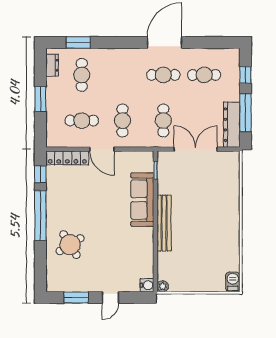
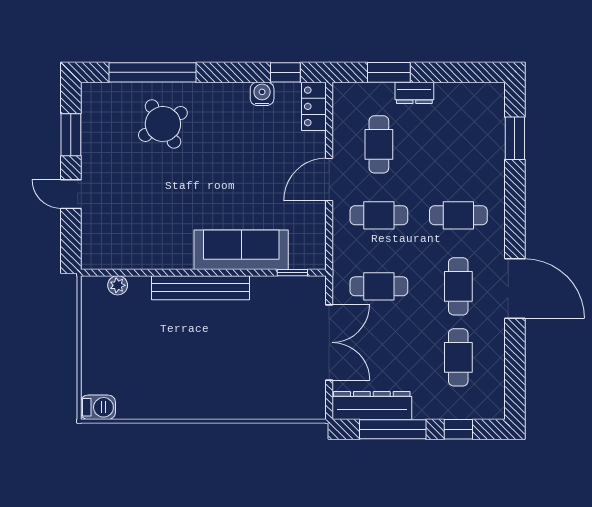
dresser: (52, 65) -> (414, 93), moved
cafe table: (82, 75) -> (458, 215), moved
window: (40, 99) -> (389, 72), moved
locker: (67, 158) -> (314, 106), width x0.66
window: (40, 215) -> (152, 72), moved
water cooler: (147, 285) -> (262, 94), moved, turned 180
plant: (163, 286) -> (118, 285), moved

